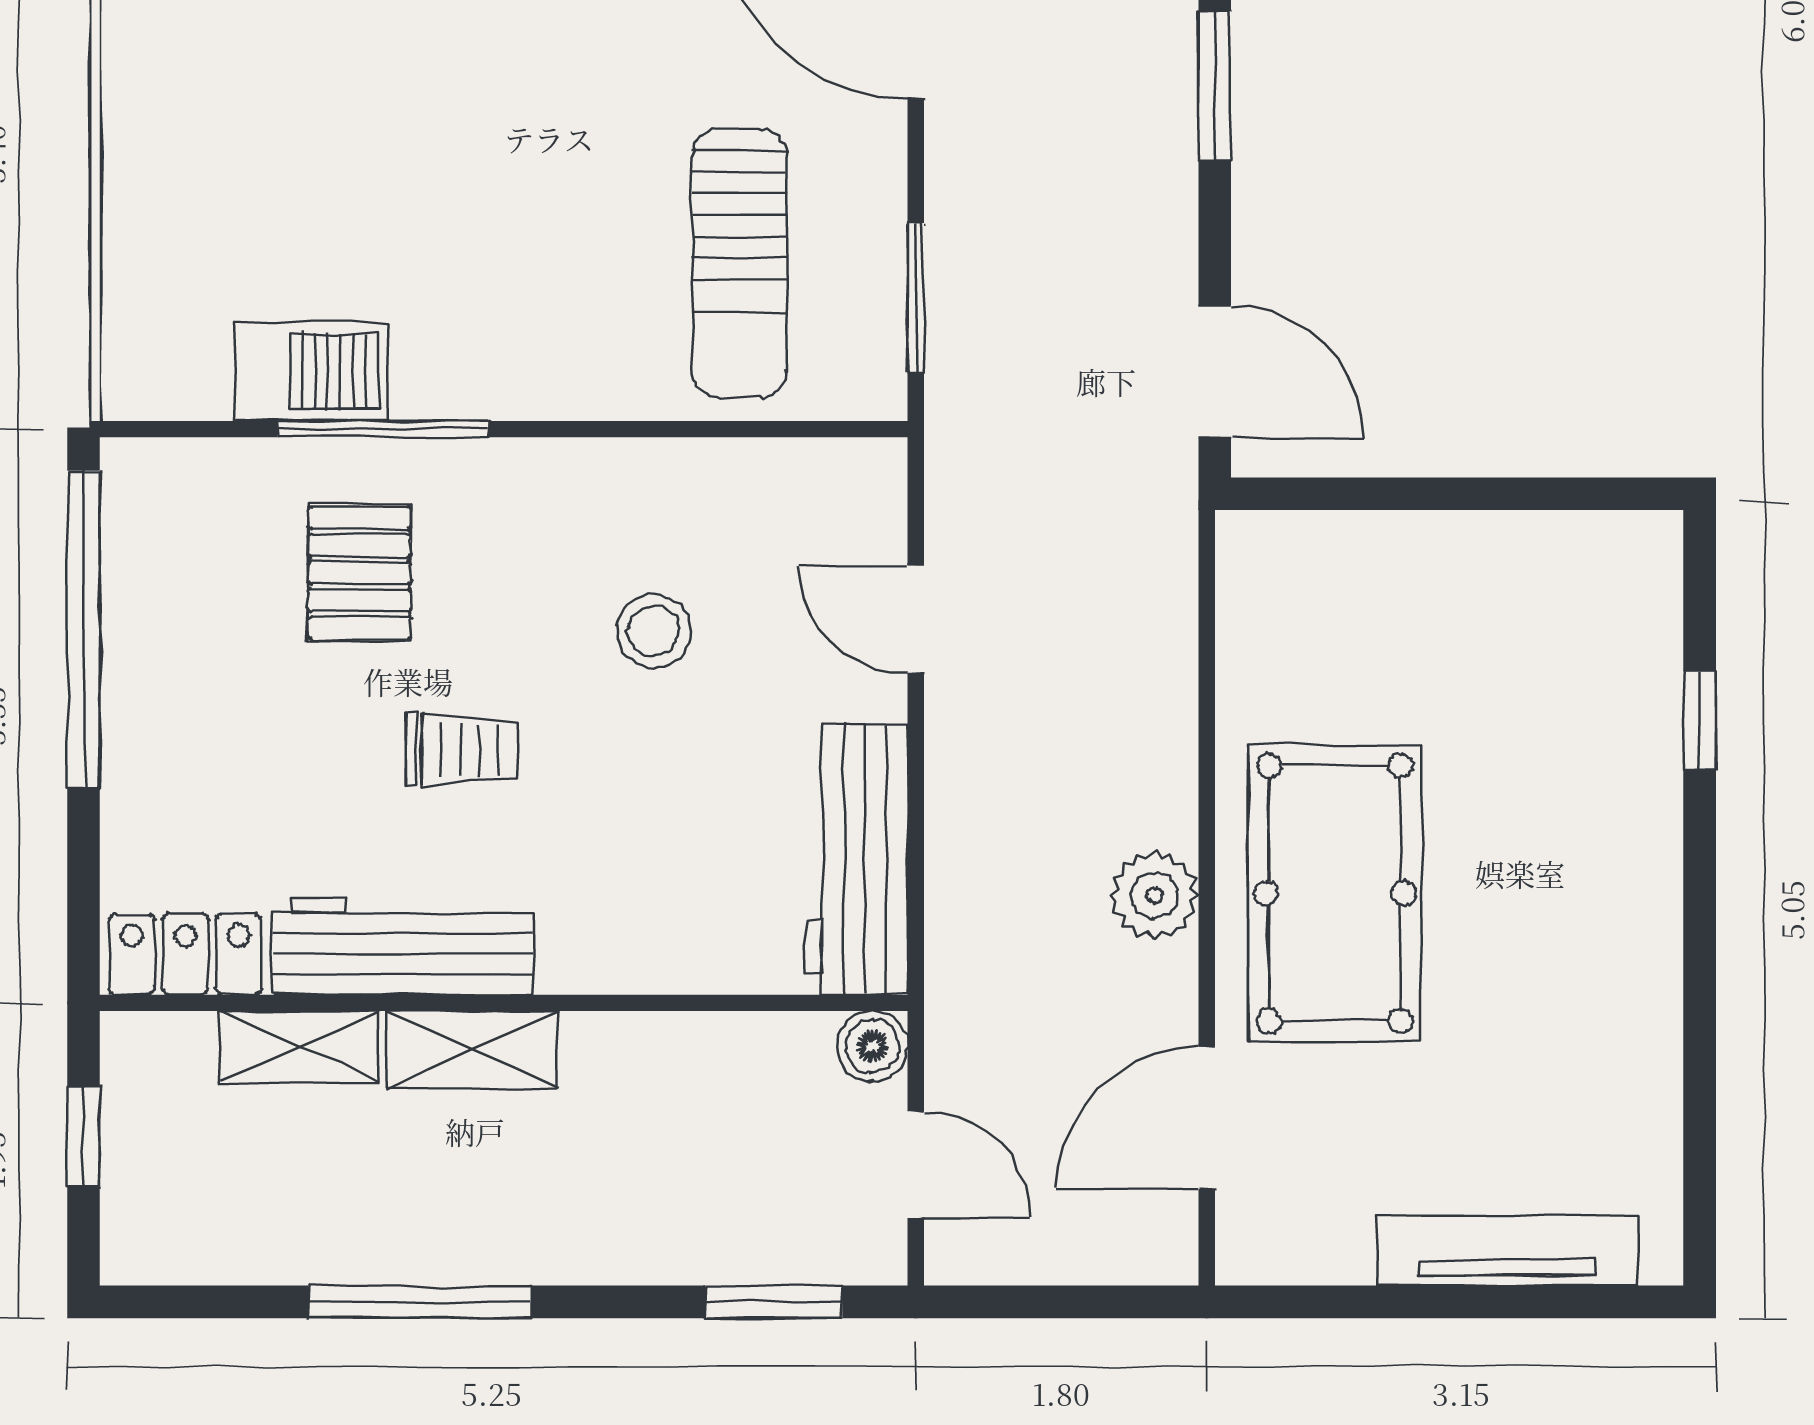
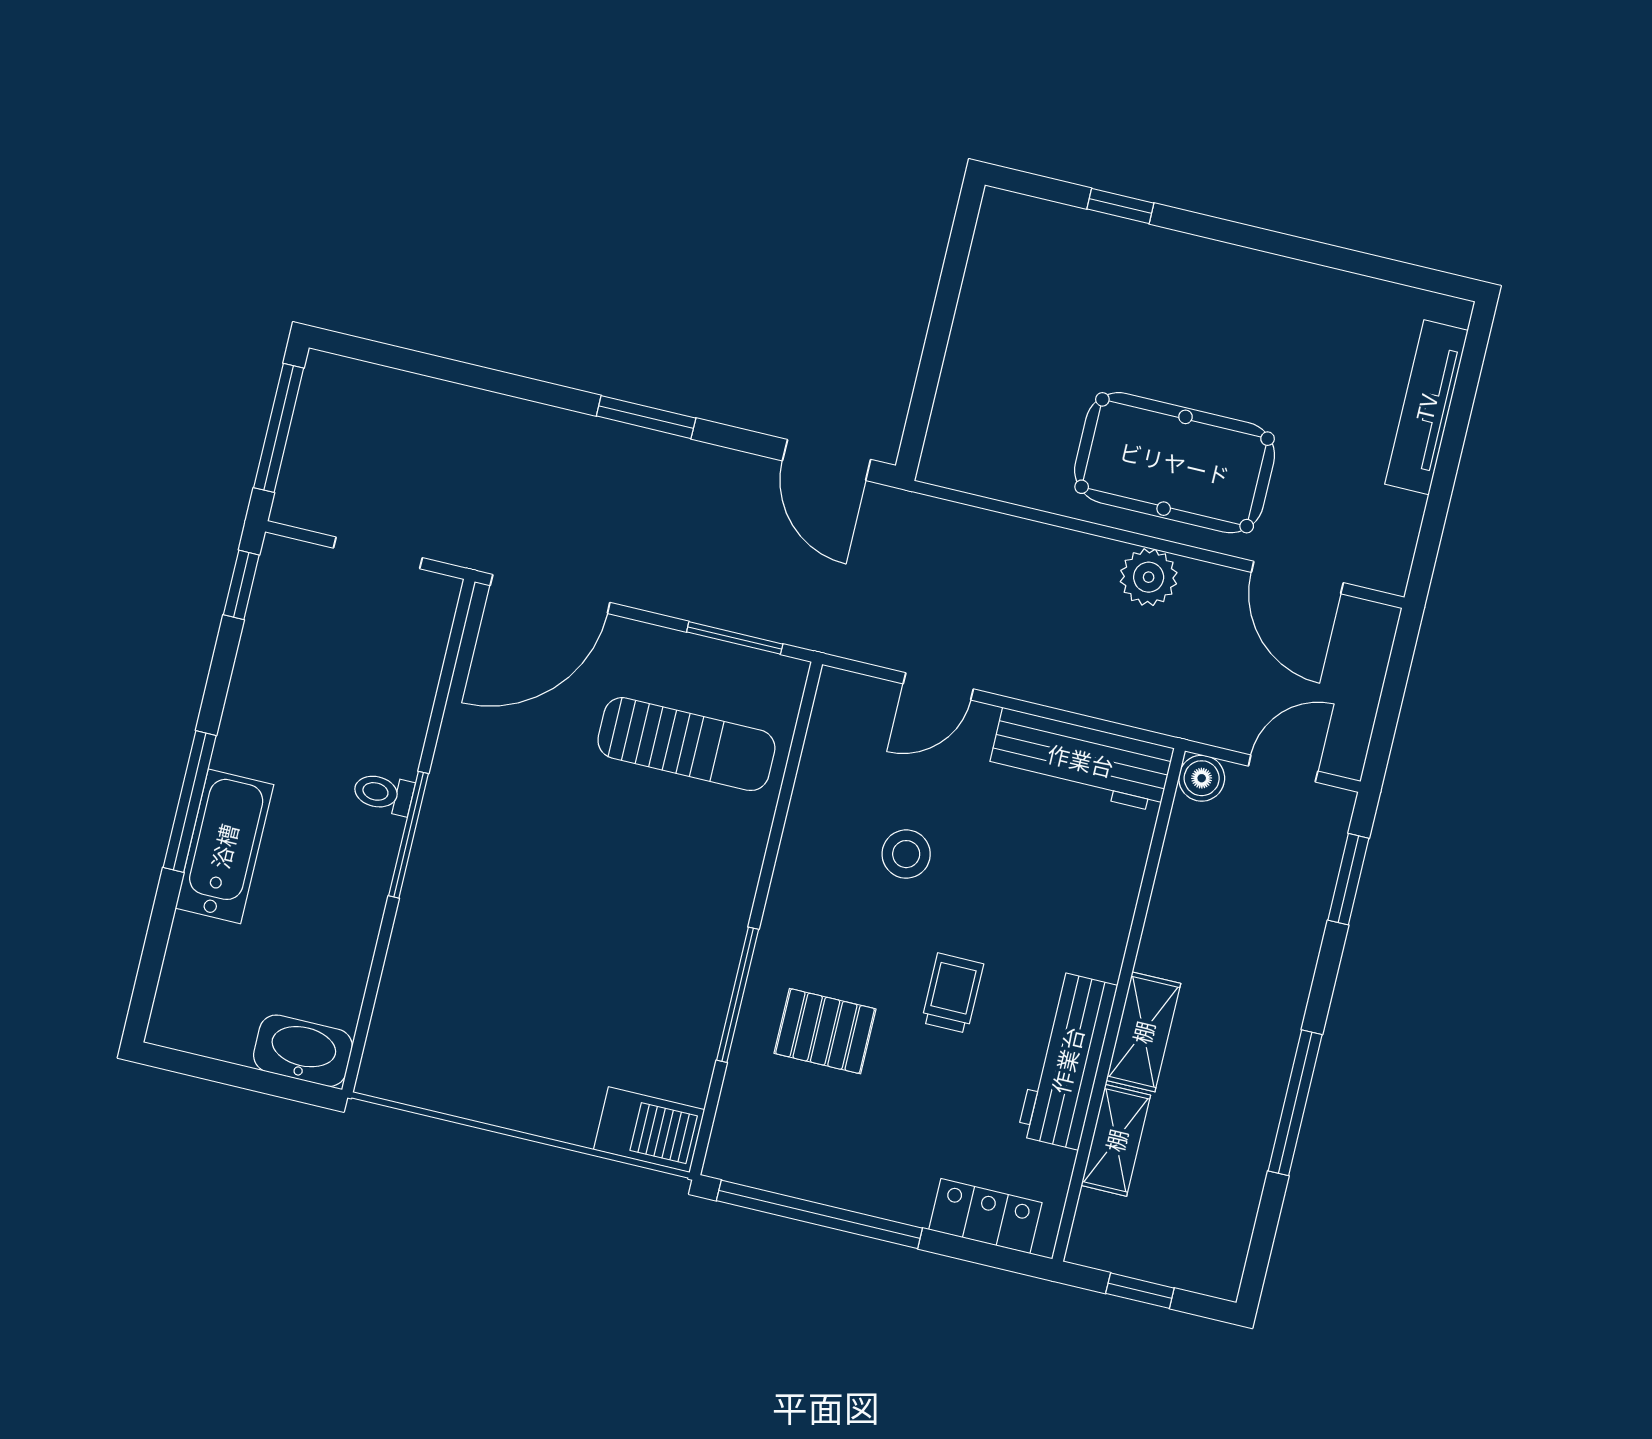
barbecue: (311, 371) -> (649, 1130), moved, turned 90
door: (1215, 372) -> (827, 460), swing flipped
locker: (185, 954) -> (985, 1216), moved, turned 90

